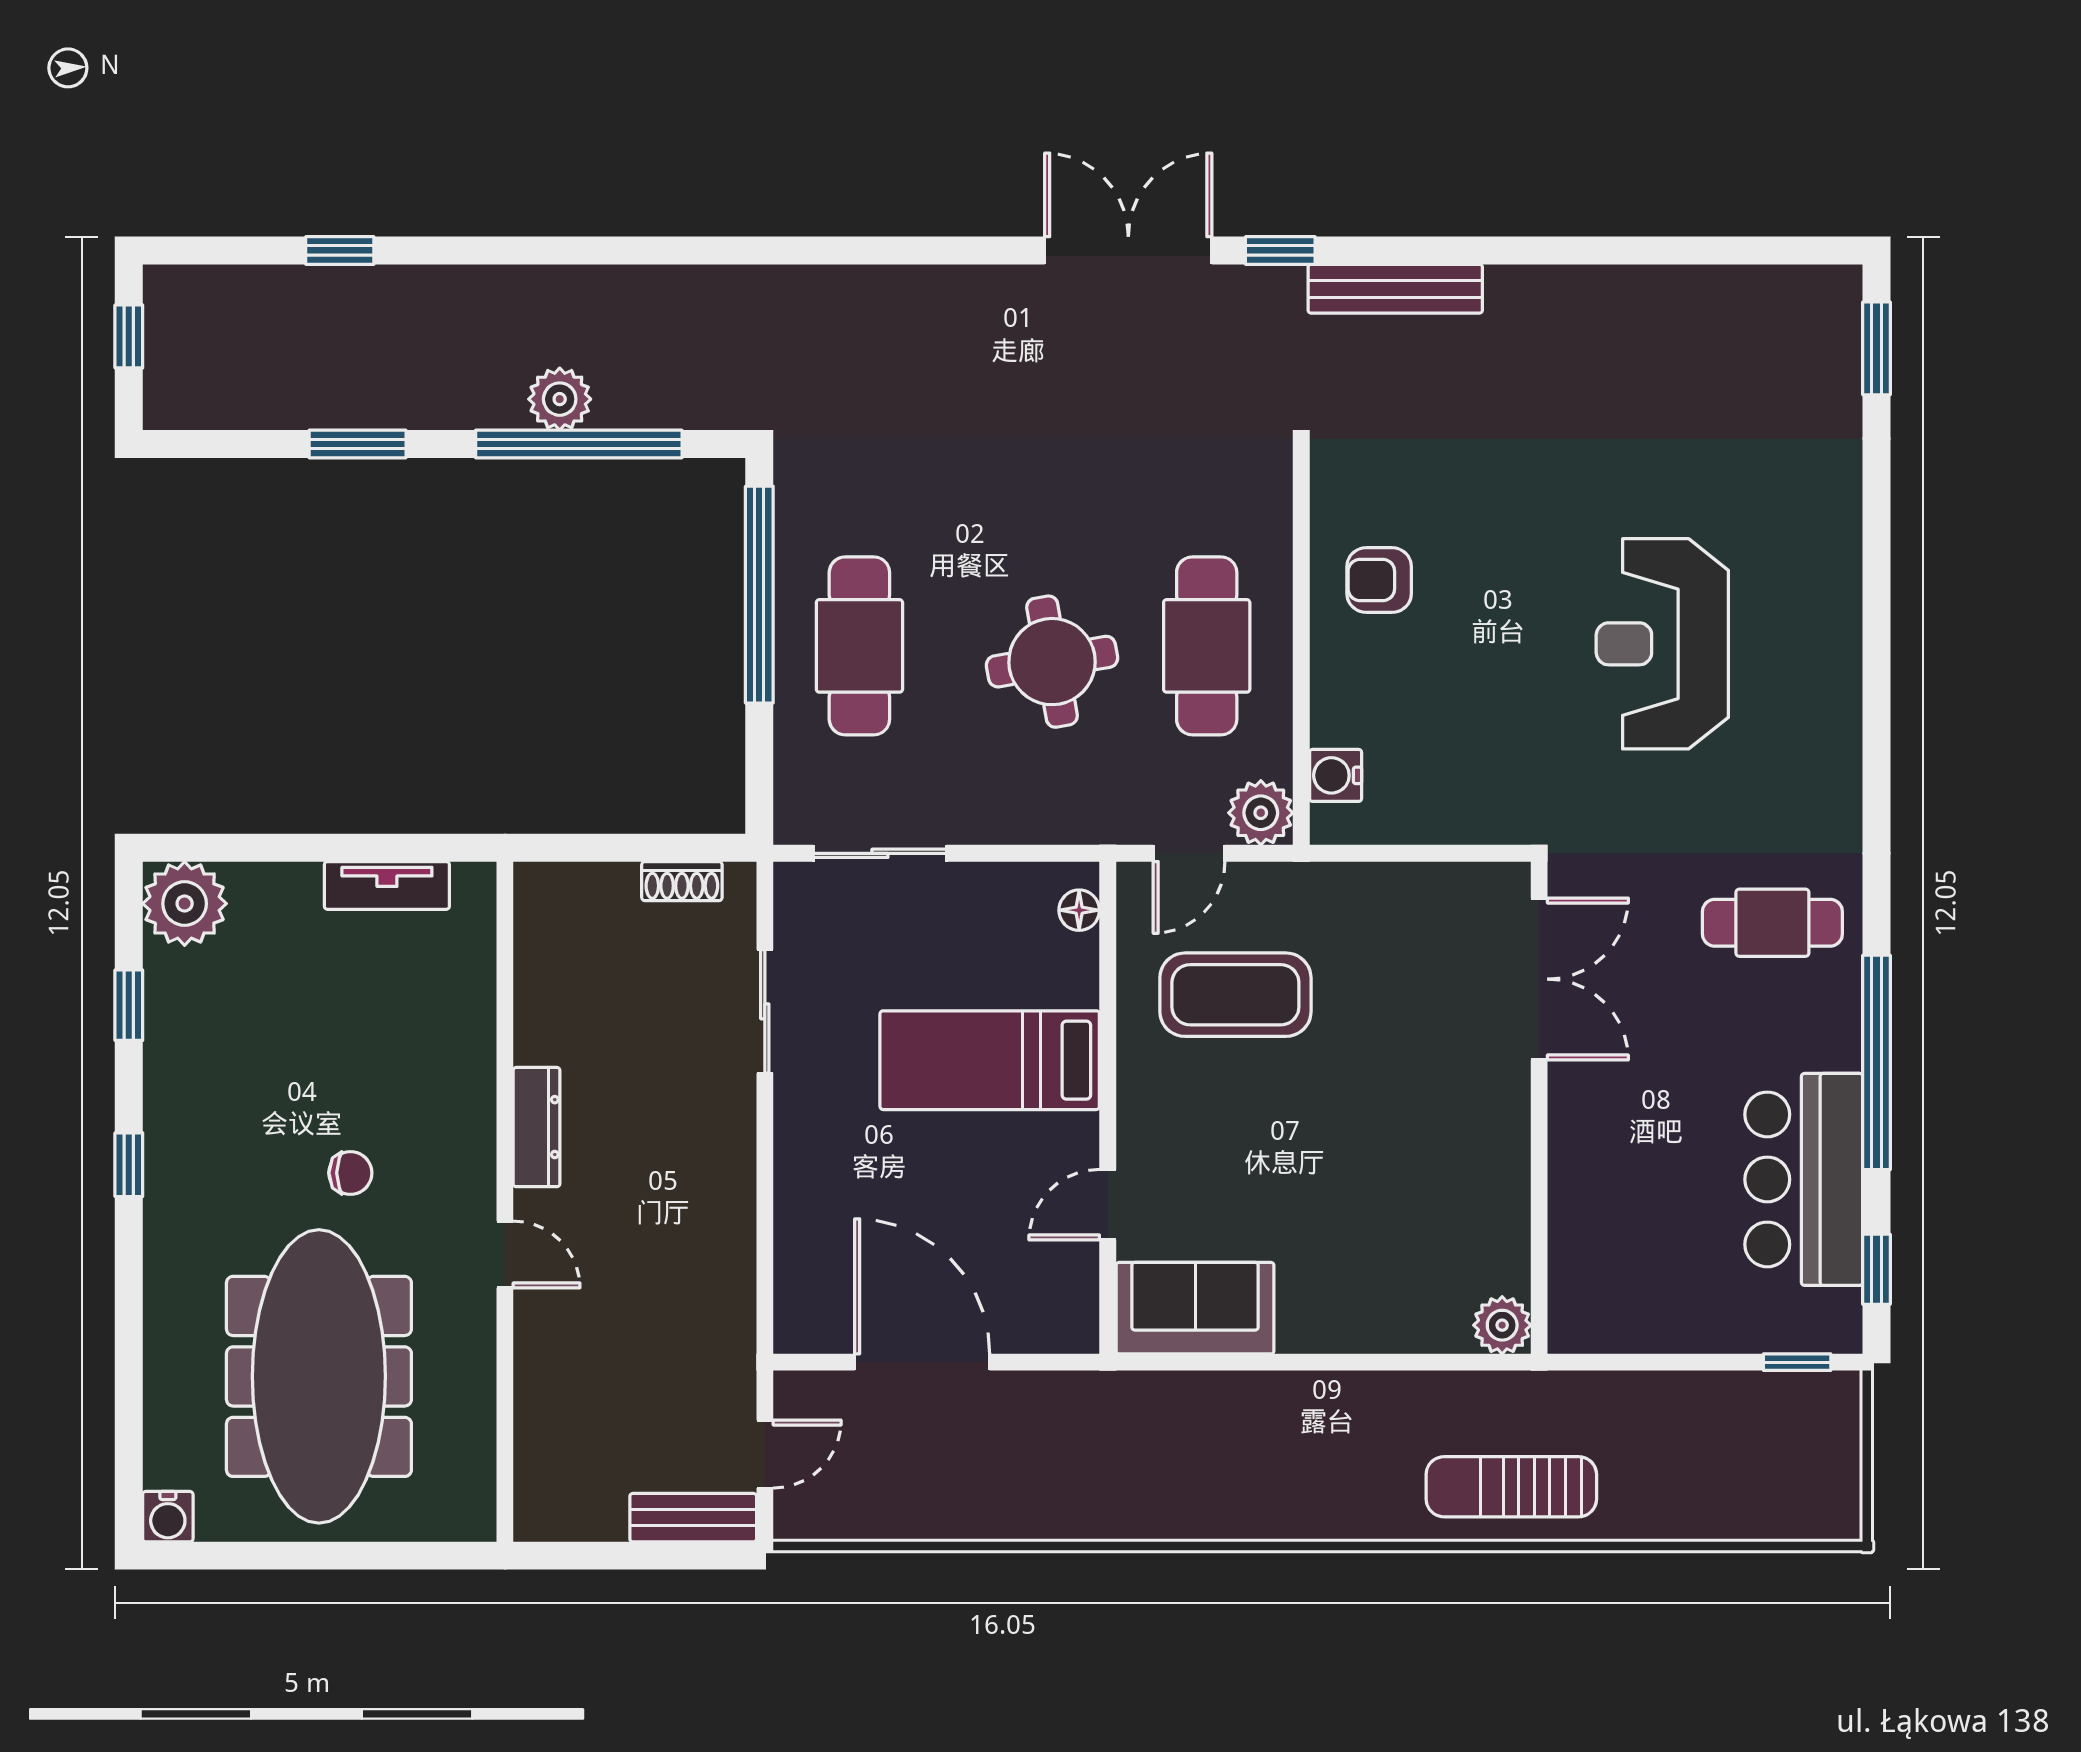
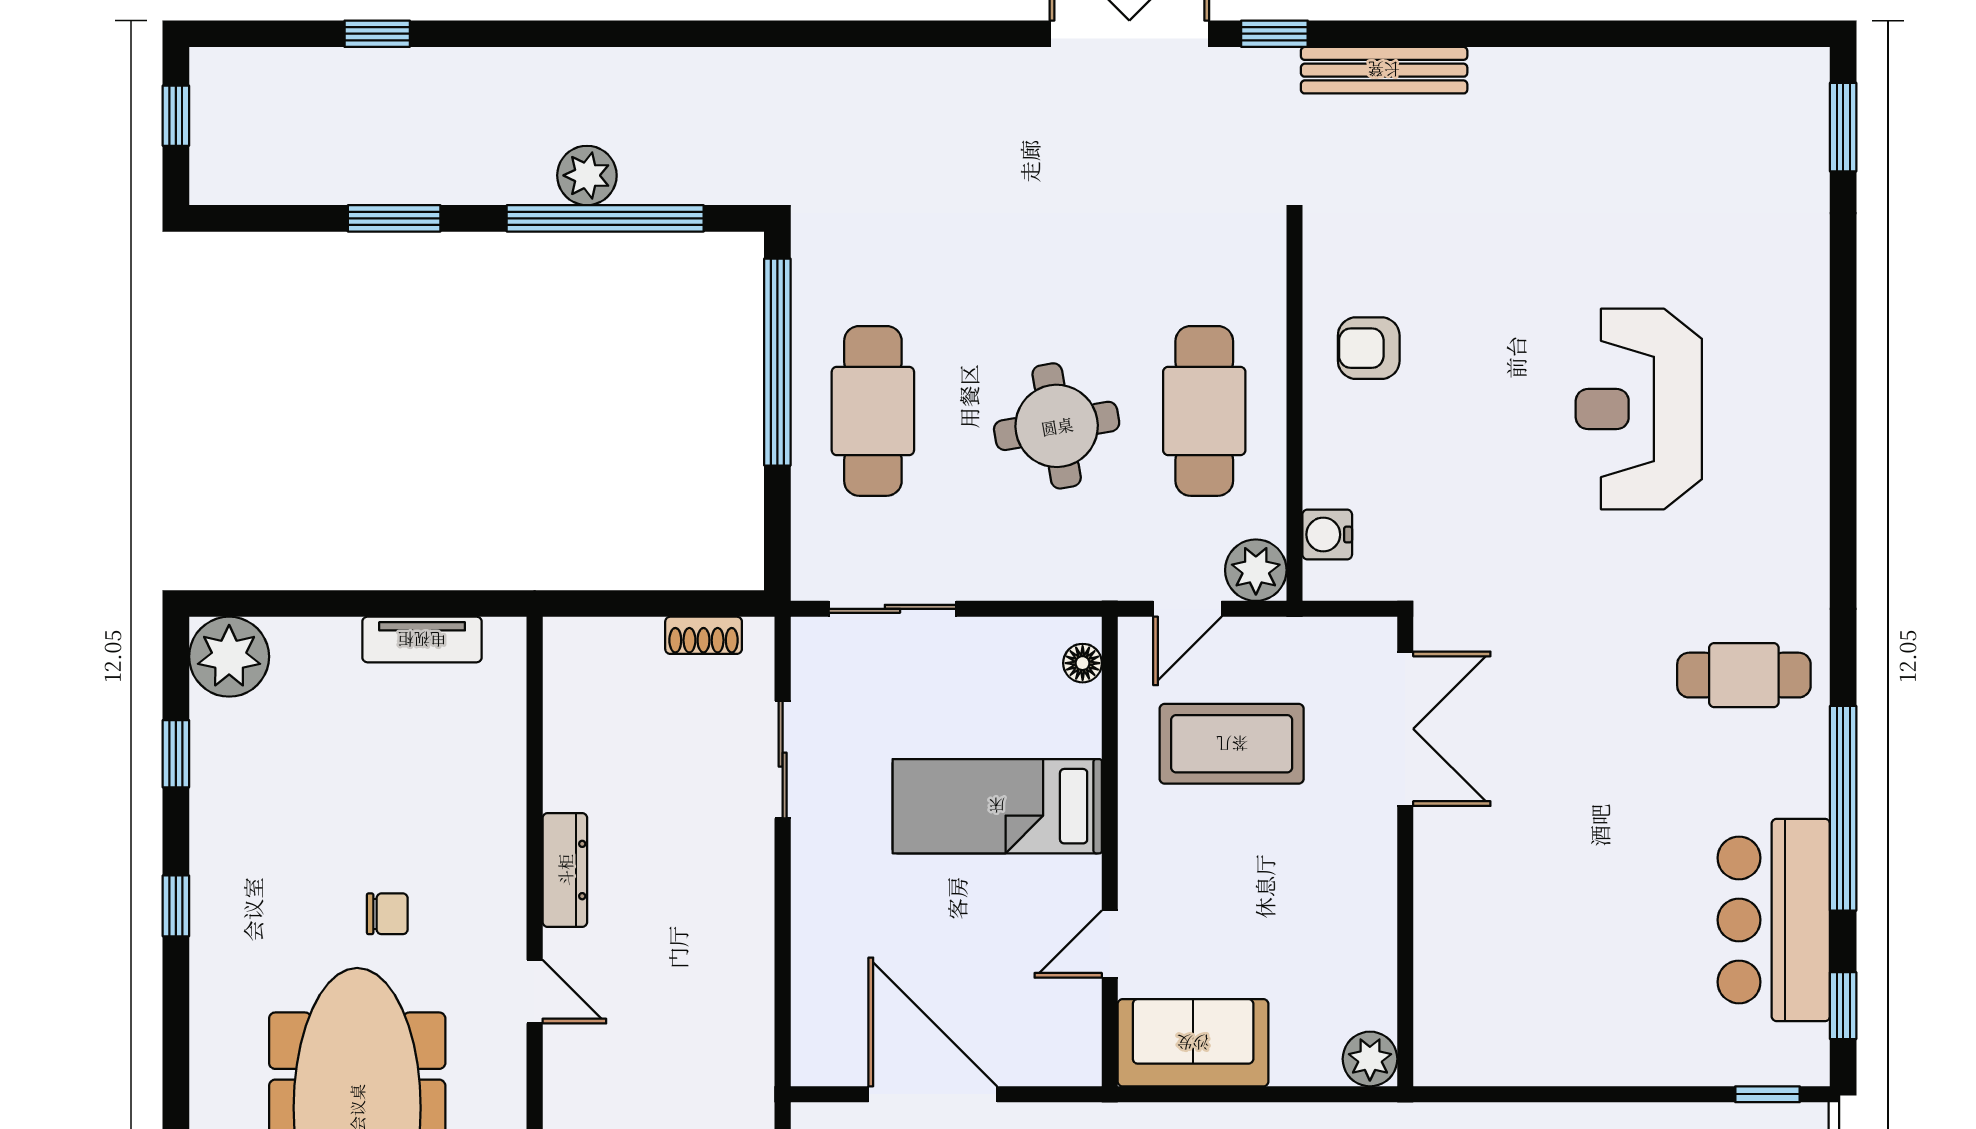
double door: (1539, 979) -> (1405, 729), moved
wall: (1539, 1108) -> (1405, 852), moved
plant: (1502, 1325) -> (1370, 1059), moved

